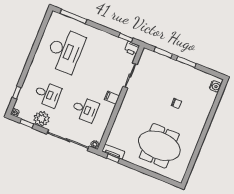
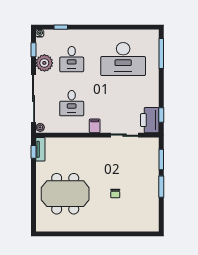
printer: (132, 48) -> (150, 120), width x1.87, depth x1.48
water cooler: (215, 86) -> (149, 226), removed
meeting table: (159, 146) -> (65, 194), turned 90

